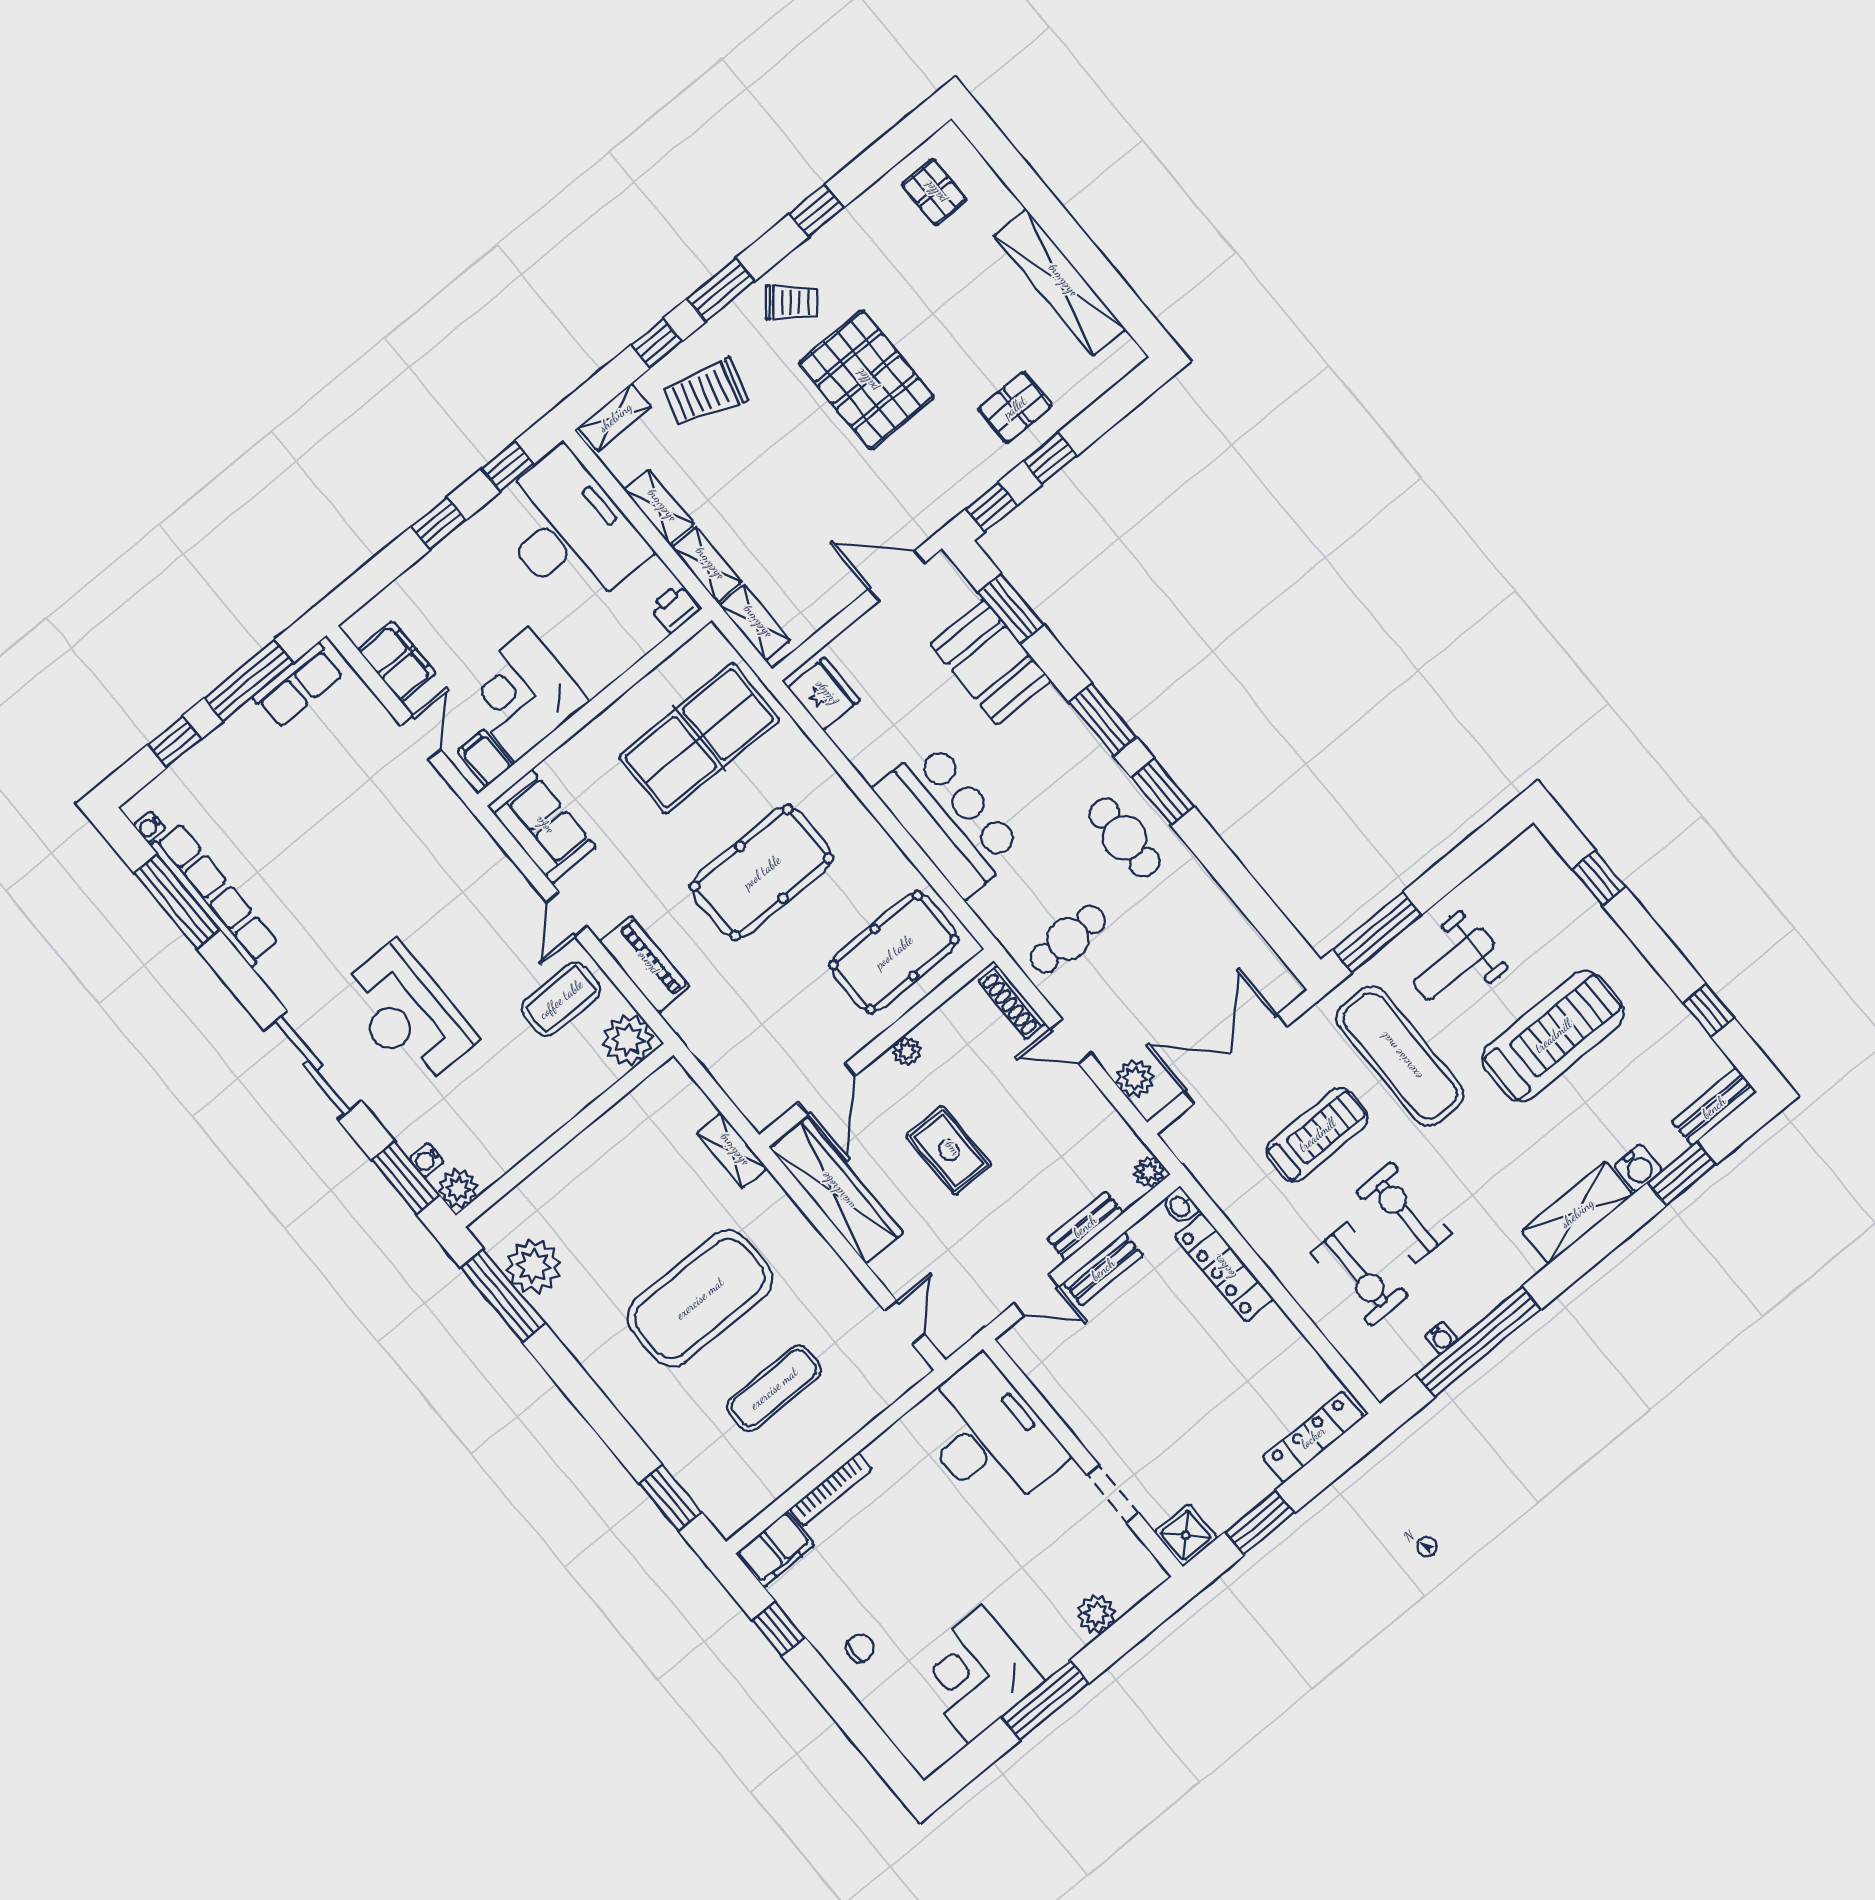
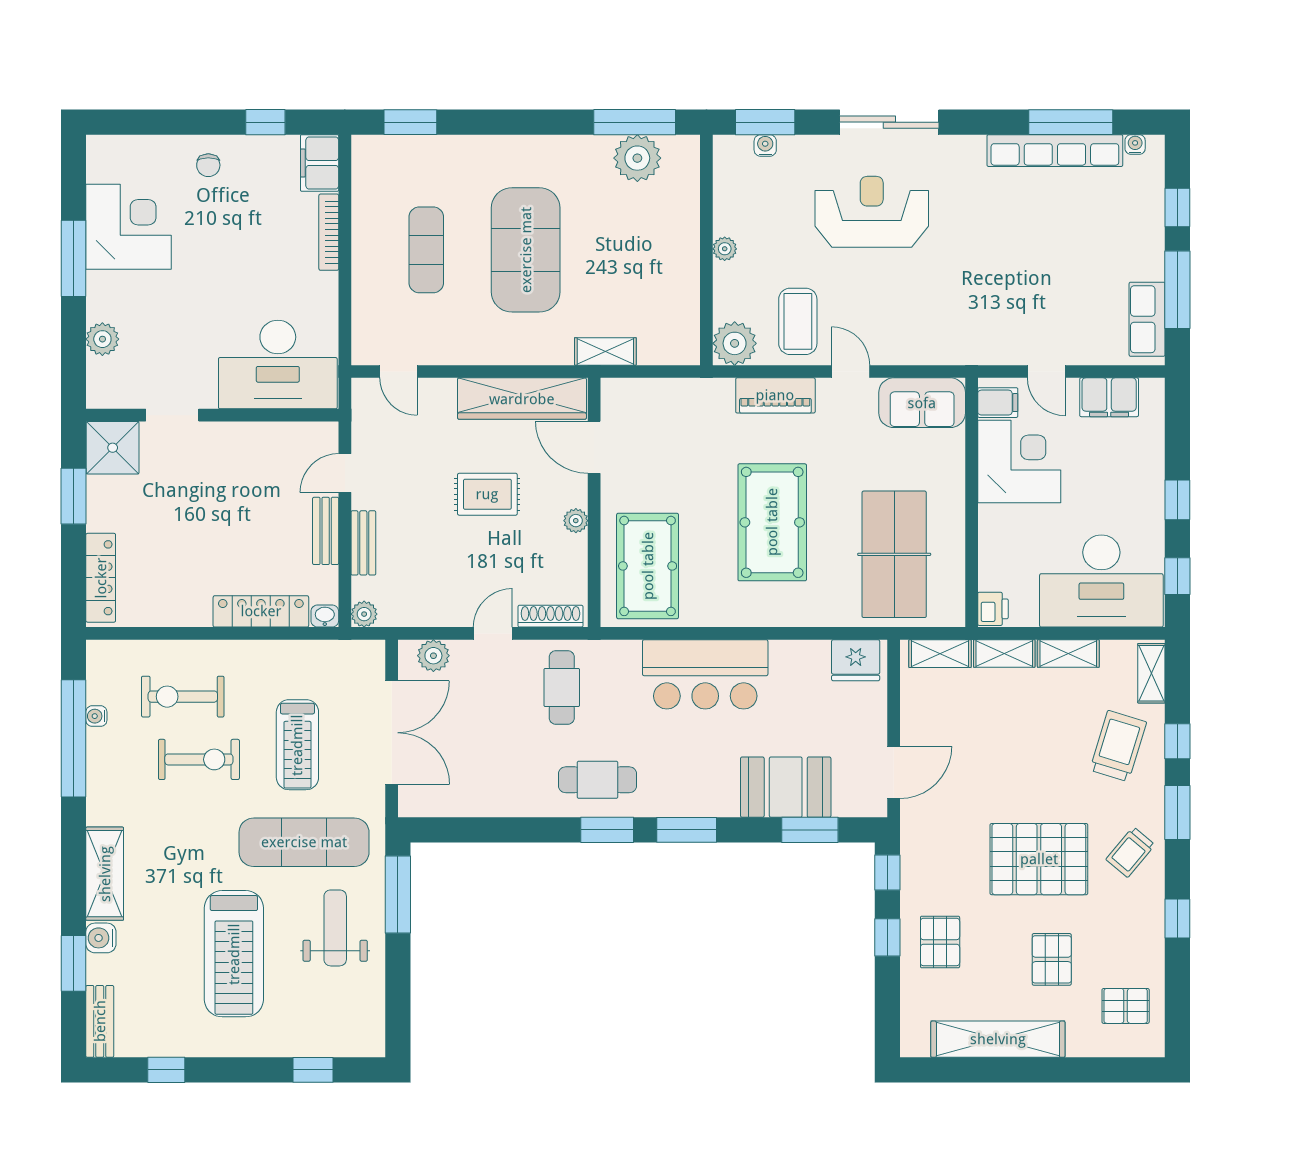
pallet: (947, 293) -> (1052, 959), added
plant: (458, 1189) -> (725, 249), moved, width x0.73, depth x0.73
shower: (1186, 1535) -> (113, 448), width x1.36, depth x1.36

